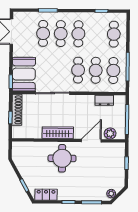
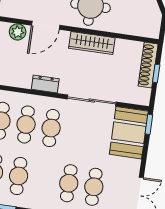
cafe table: (78, 34) -> (19, 176), moved
dresser: (104, 100) -> (45, 84), moved
shoe rack: (17, 110) -> (148, 65), moved

